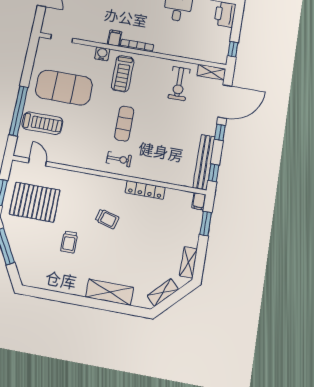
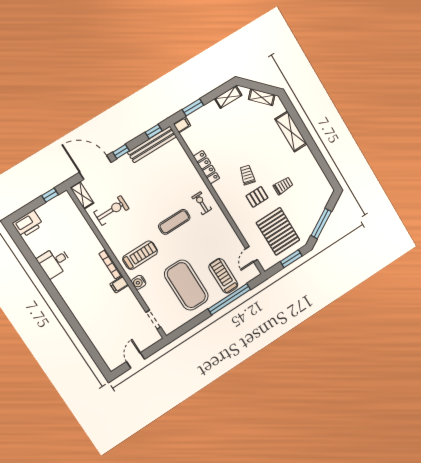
pallet: (81, 210) -> (257, 197), added

